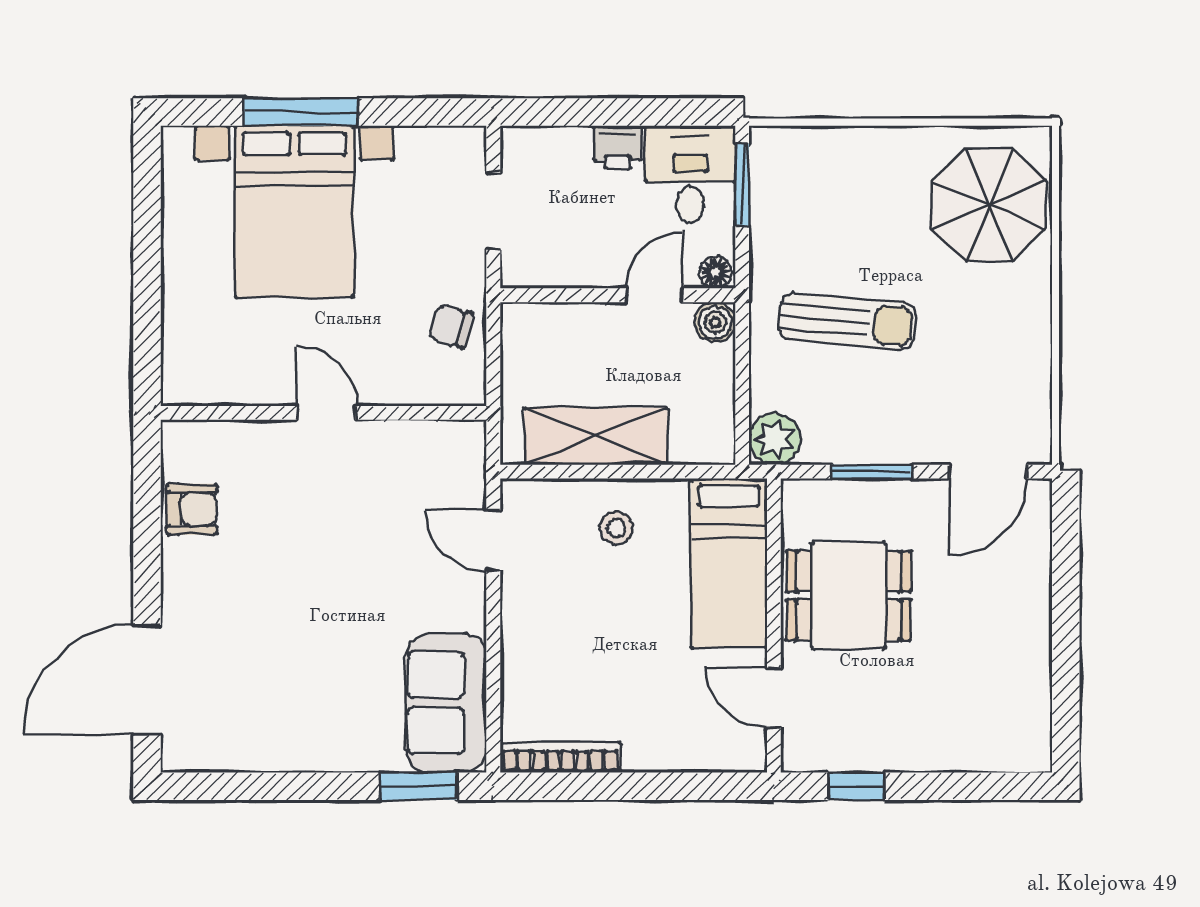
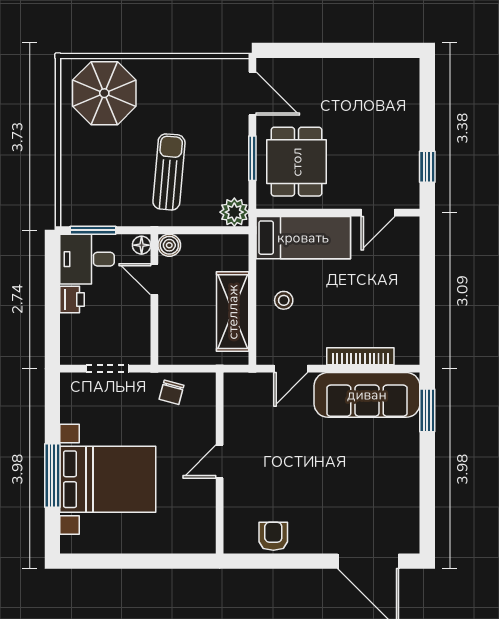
dining table: (849, 596) -> (297, 162), moved
sofa: (446, 703) -> (367, 395), width x1.36
bookcase: (560, 757) -> (360, 356), moved, turned 90

